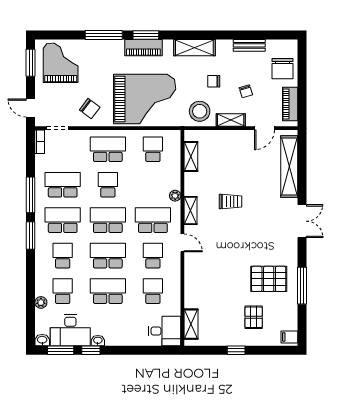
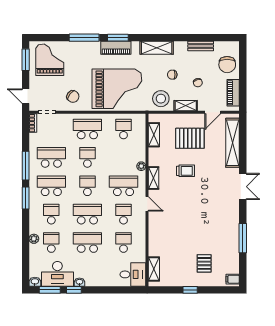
school desk: (108, 220) -> (87, 186), width x0.54
pallet: (269, 279) -> (190, 138), moved
plant: (41, 302) -> (34, 239), moved

